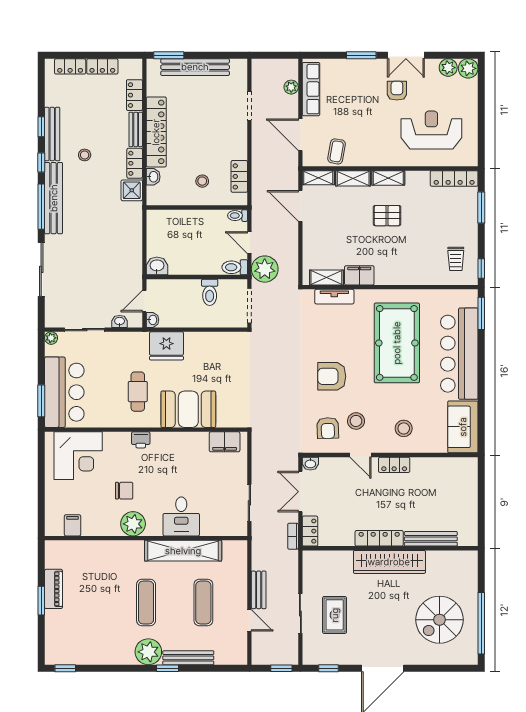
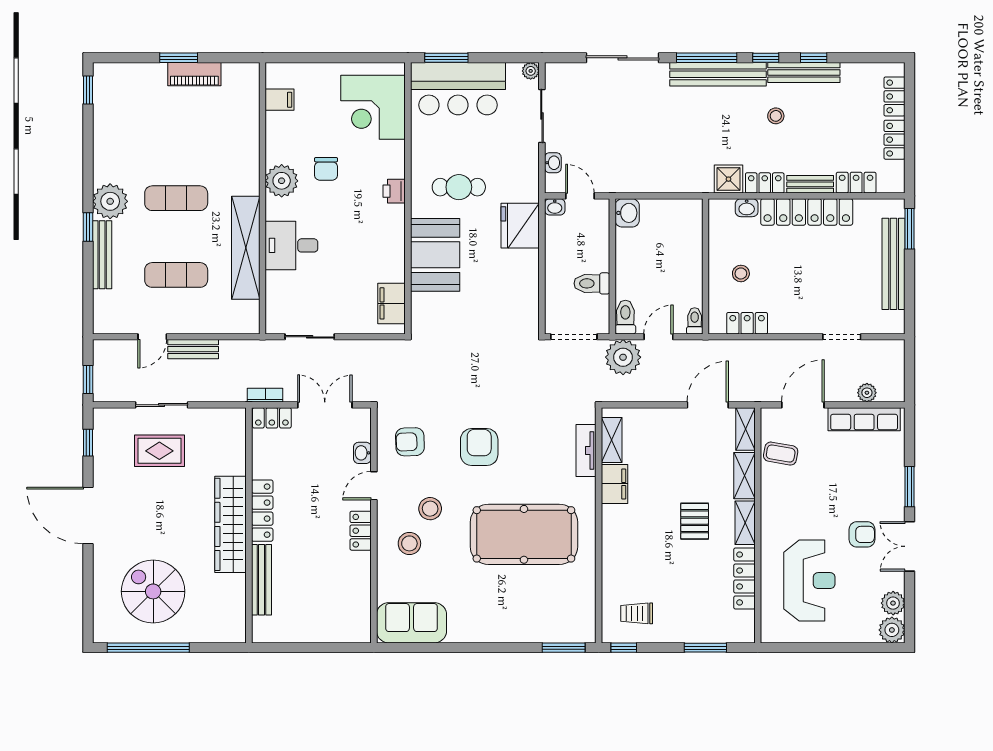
locker: (454, 178) -> (744, 578), moved
bar counter: (459, 354) -> (510, 618), removed
stool: (356, 421) -> (430, 509), moved
washbasin: (310, 464) -> (362, 453), moved

